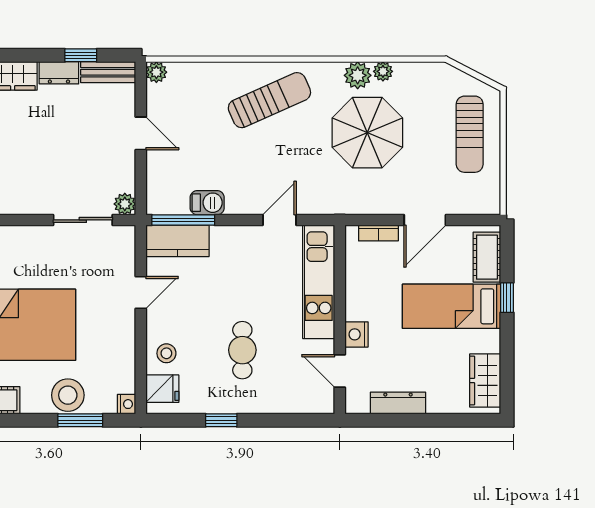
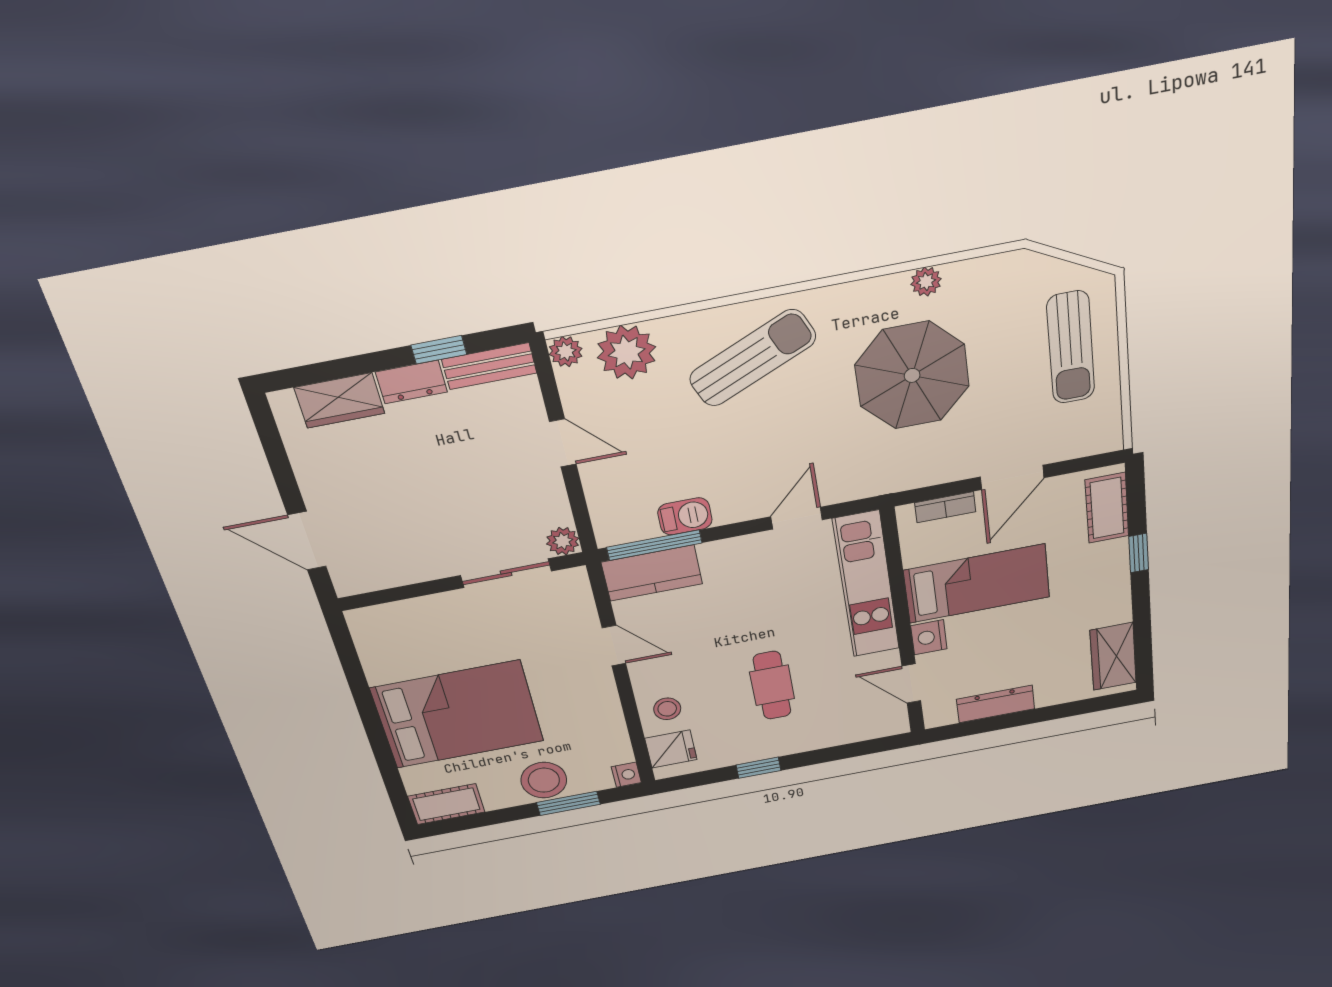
plant: (358, 75) -> (627, 352), moved, width x1.36, depth x1.36
door: (141, 292) -> (614, 646), hinge flipped
bed: (451, 306) -> (977, 584), moved, turned 180

